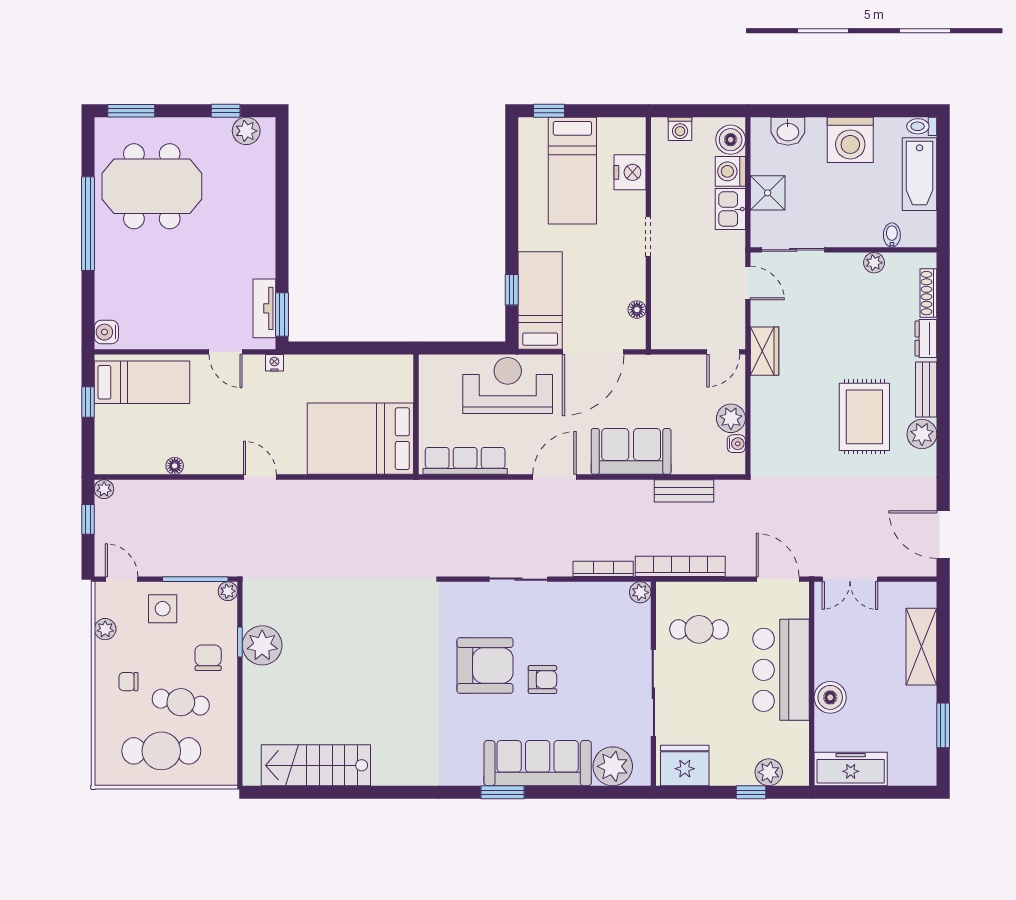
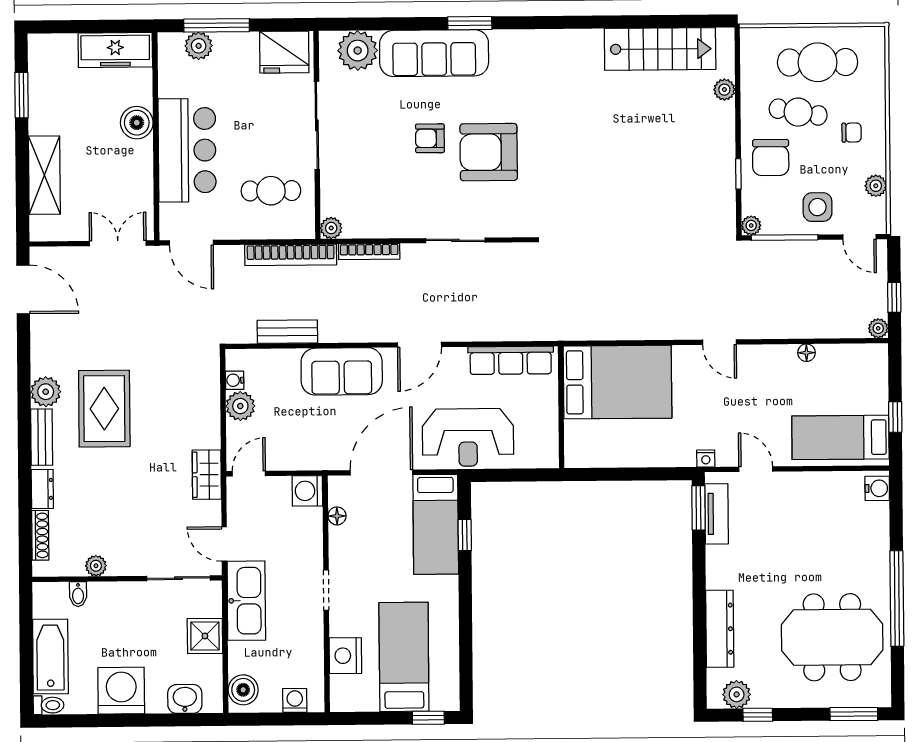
washing machine: (730, 171) -> (307, 491), moved, turned 180
dresser: (262, 195) -> (720, 629), added
kitchen sink: (730, 209) -> (246, 601), width x1.87, depth x1.24
plant: (262, 645) -> (724, 90), moved, width x0.53, depth x0.53
chair: (208, 658) -> (771, 157), width x1.37, depth x1.37
window: (751, 792) -> (217, 25), width x2.17

